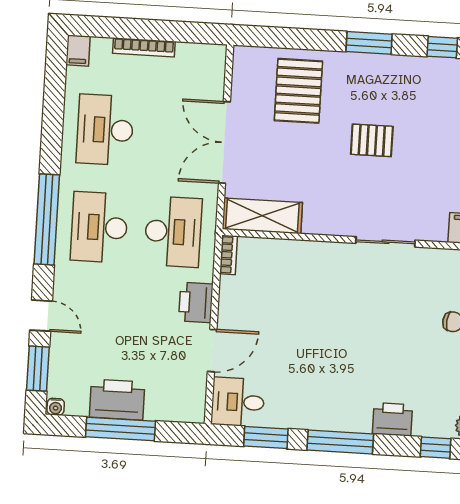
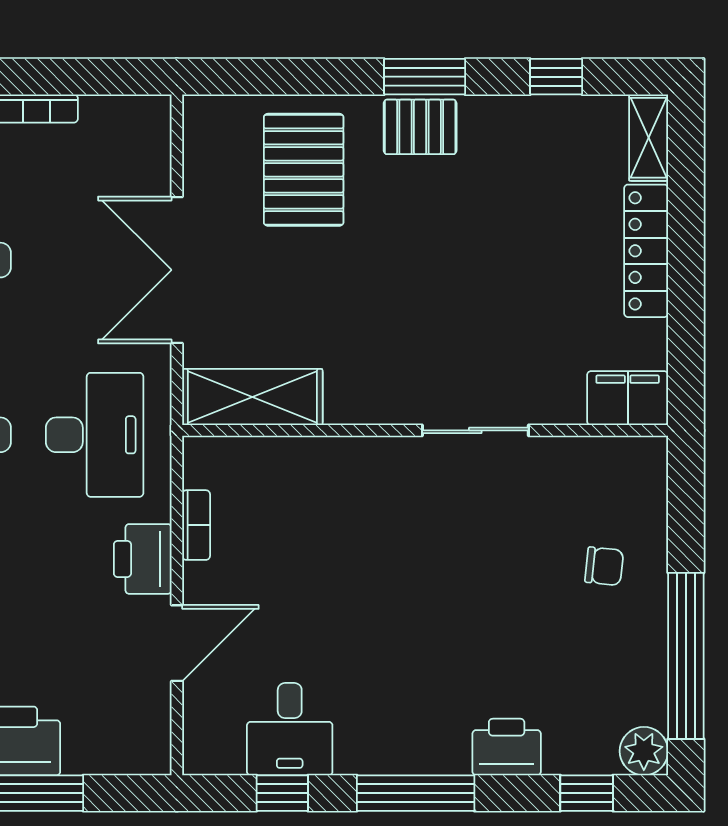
pallet: (372, 140) -> (420, 127), moved
bookcase: (229, 255) -> (196, 525), moved
desk: (238, 402) -> (290, 729), moved, turned -90
window: (266, 438) -> (282, 793), width x0.67

